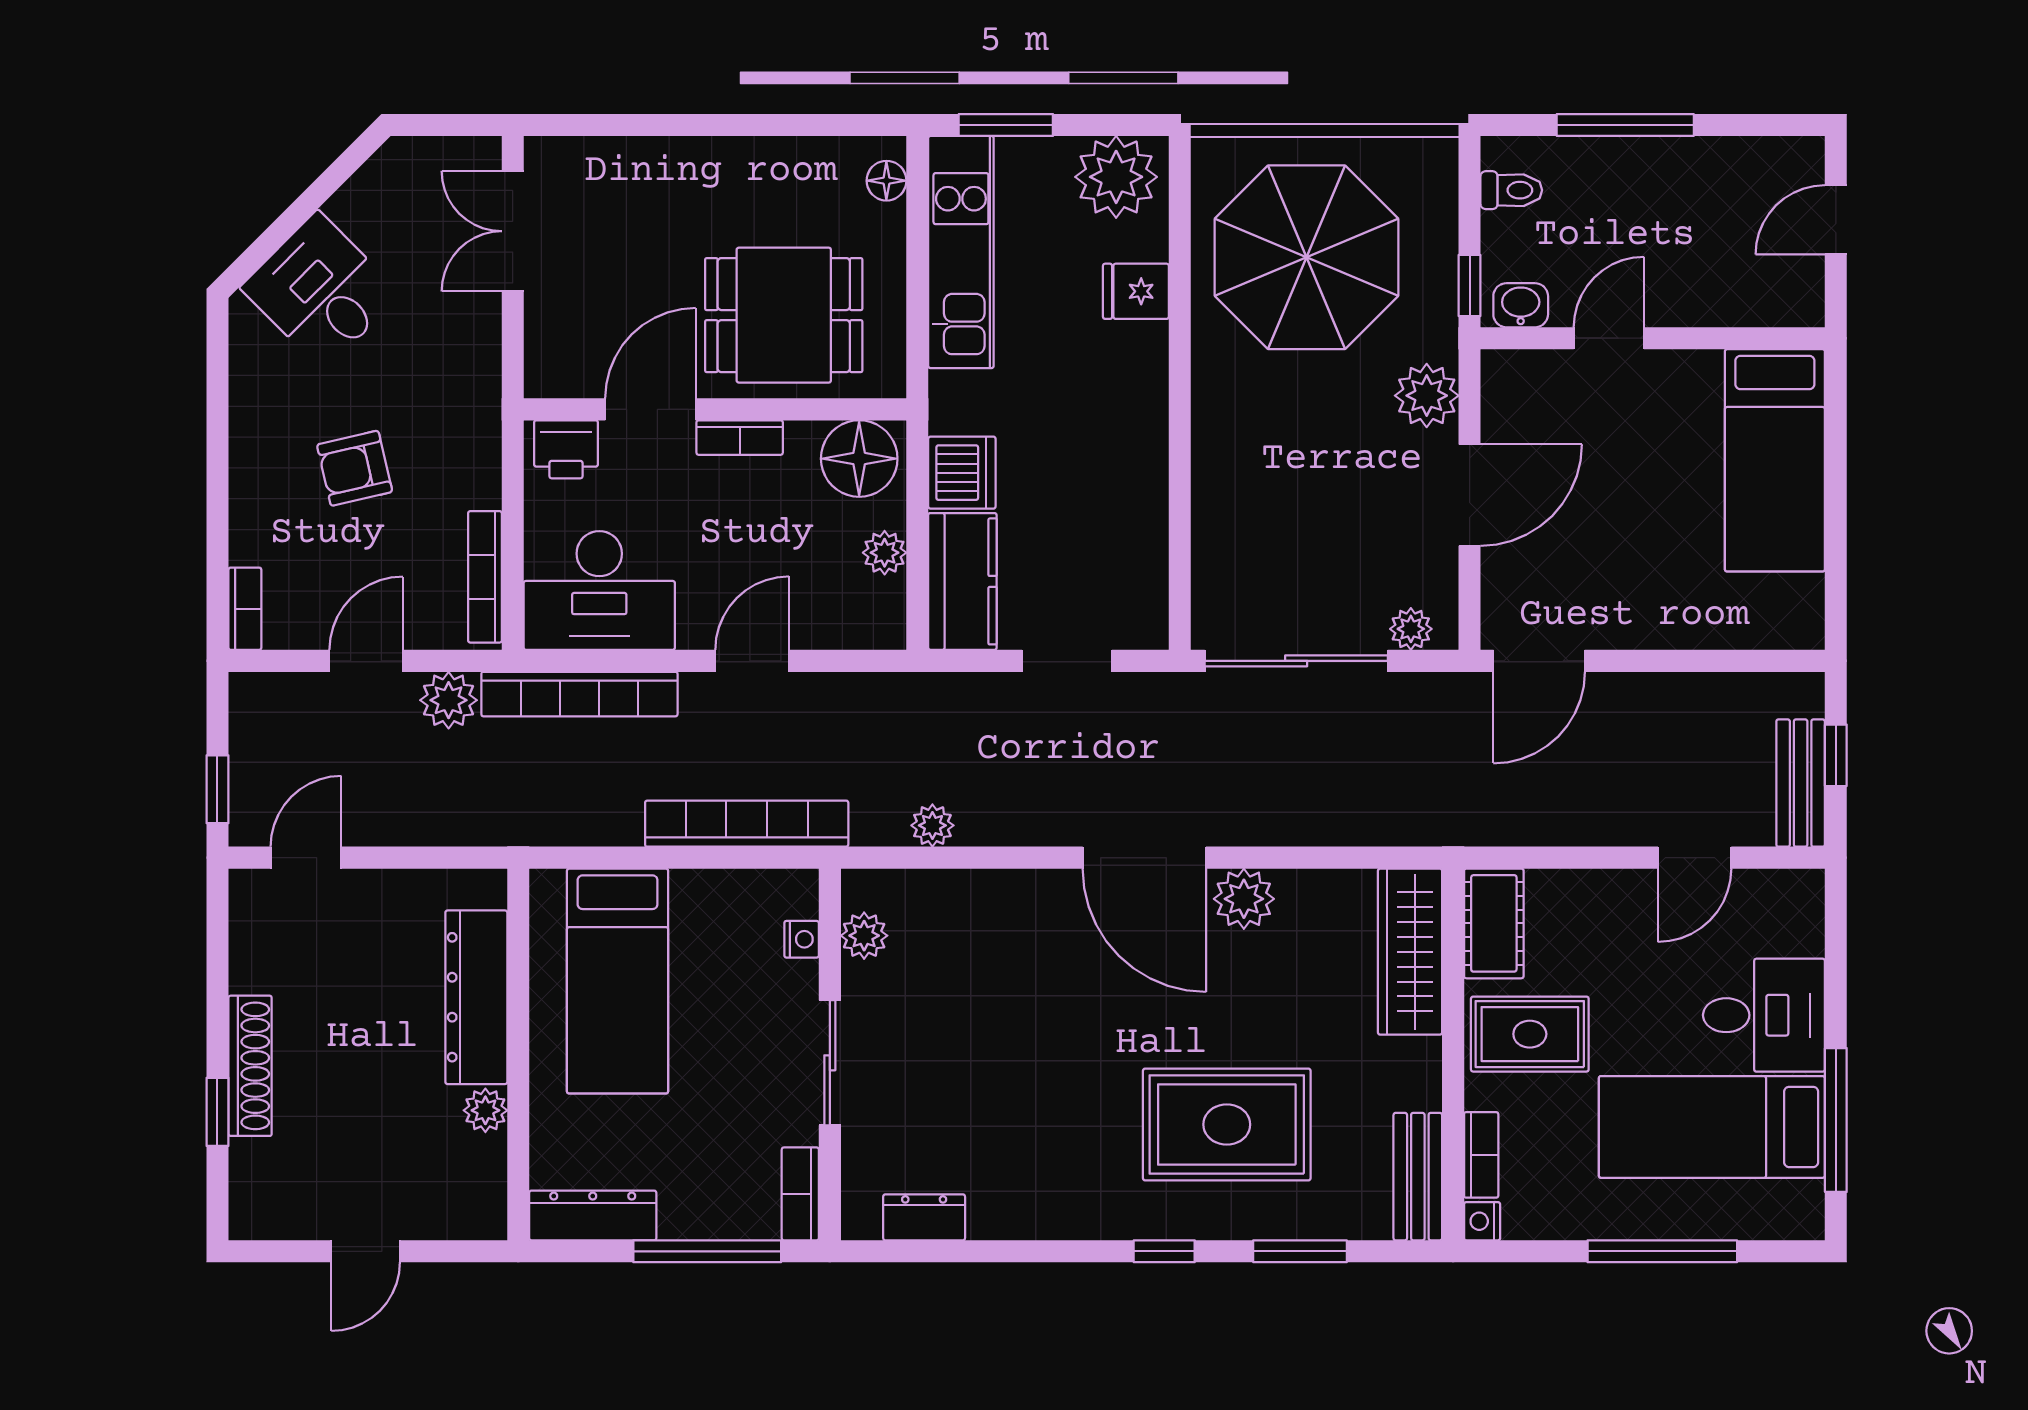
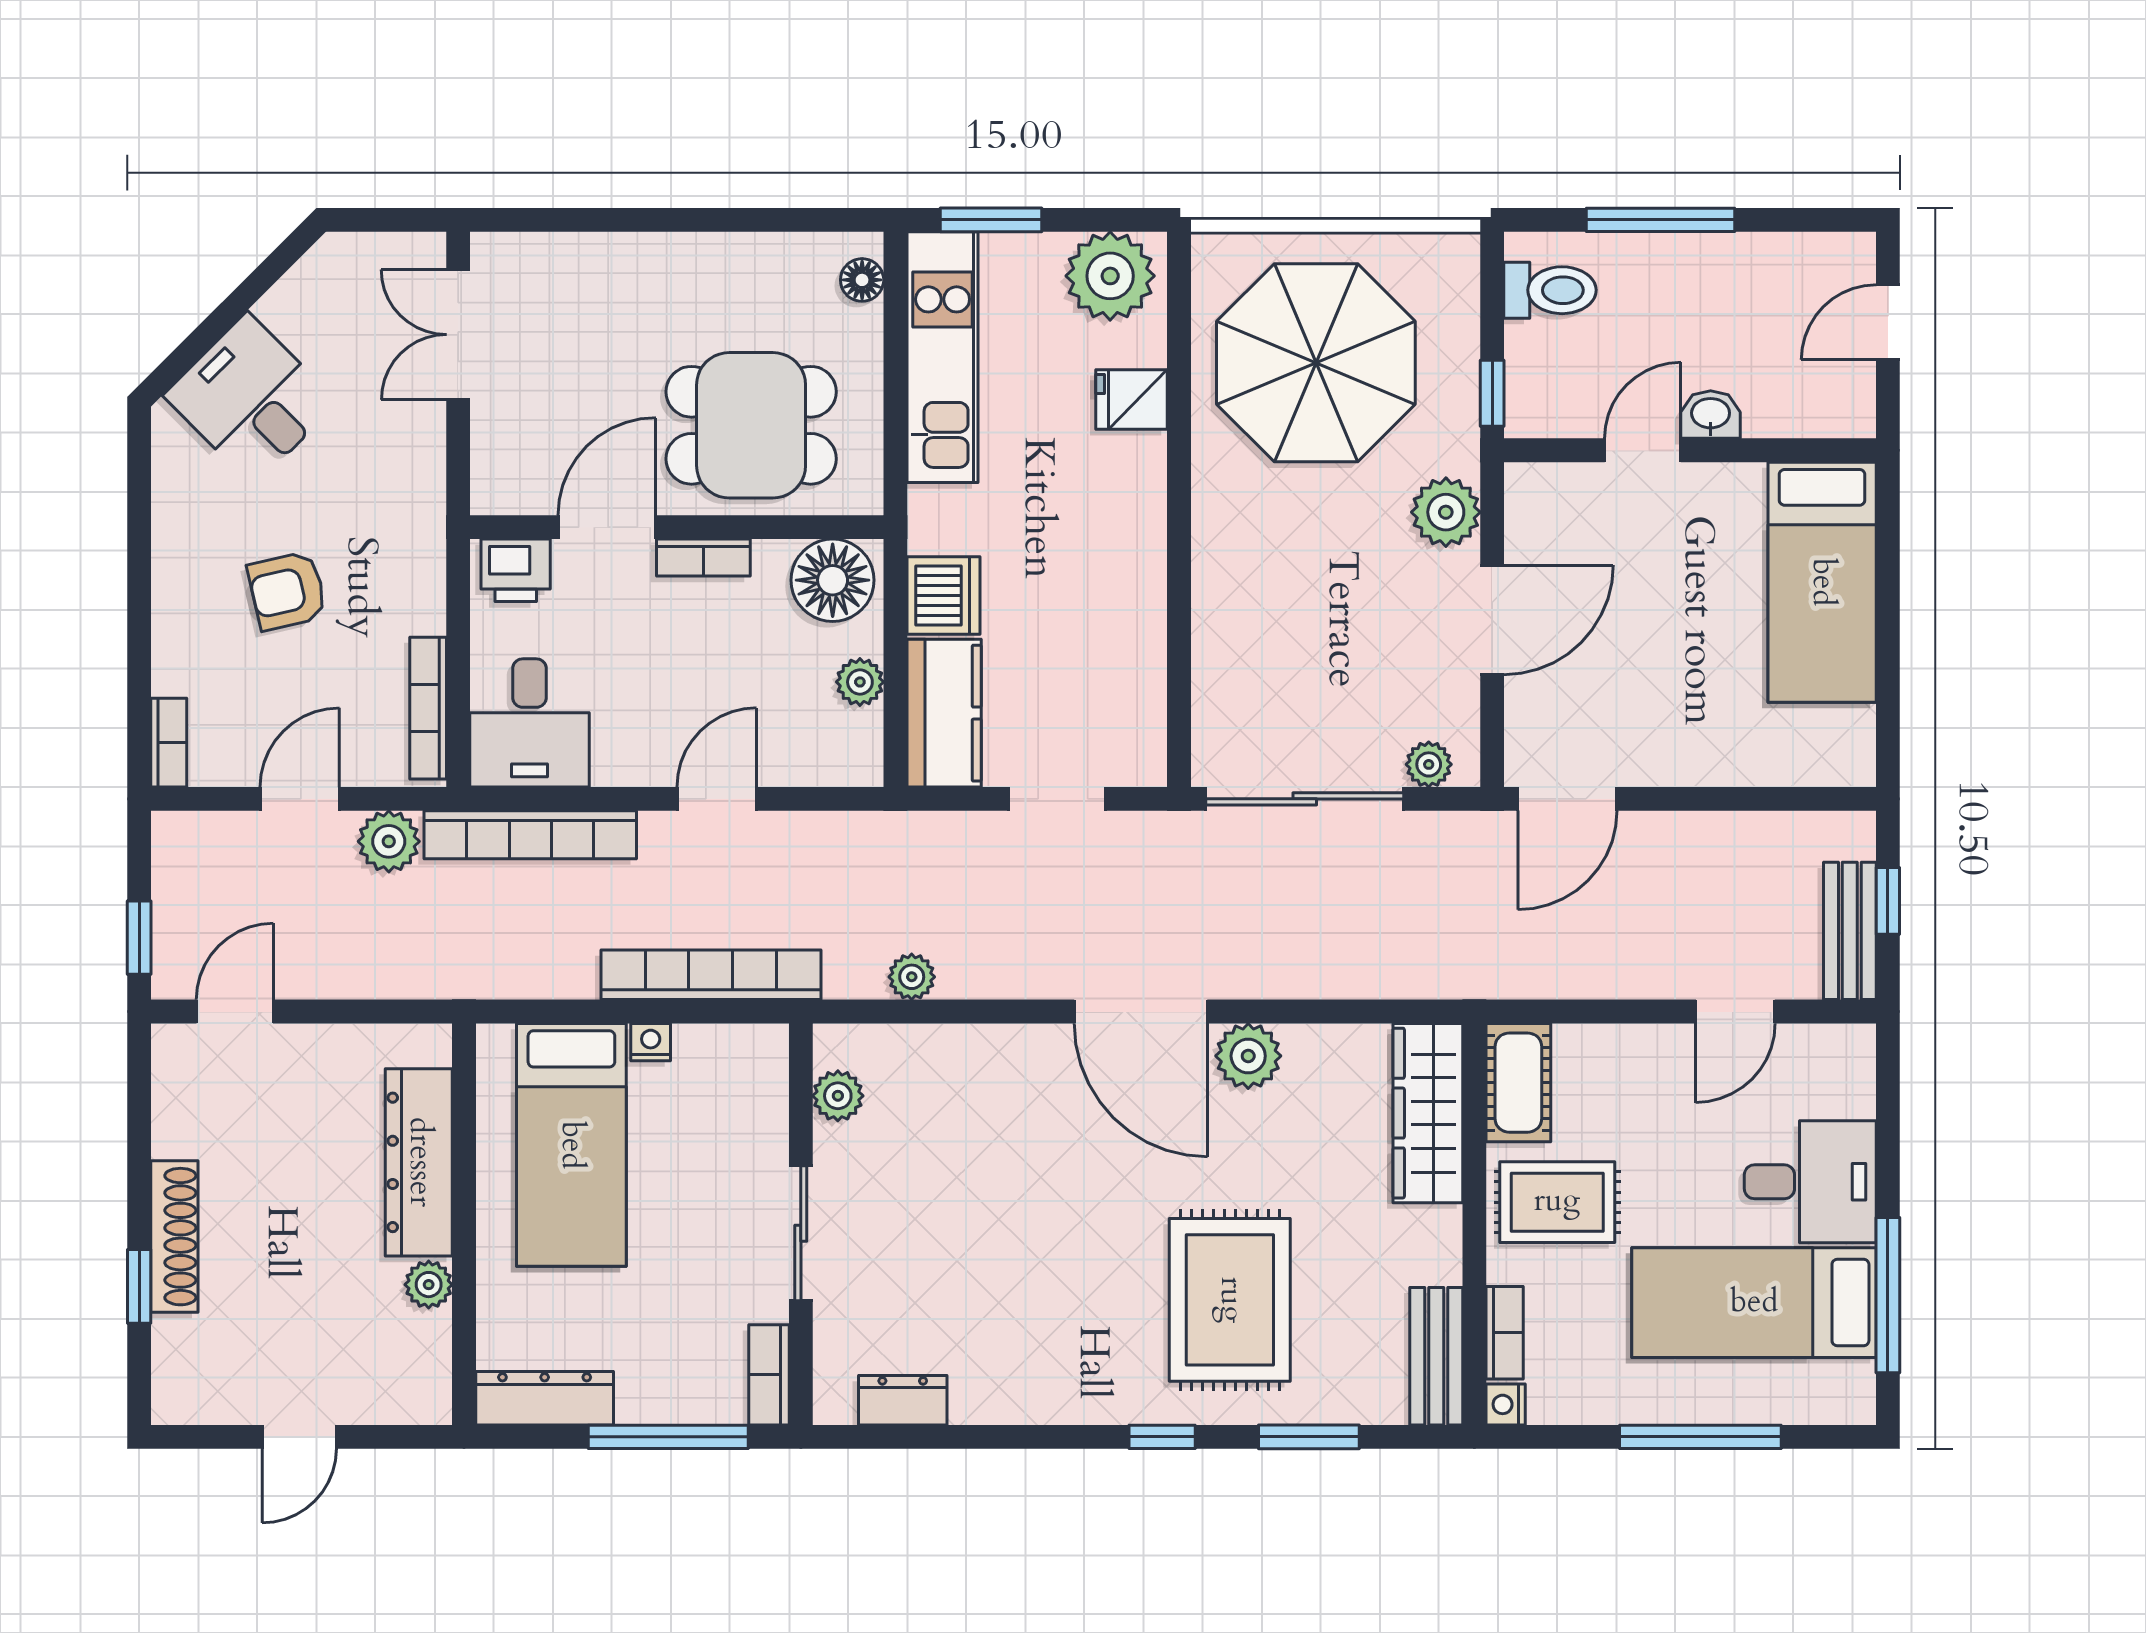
toilet: (1511, 190) -> (1550, 290), width x1.37, depth x1.39
washbasin: (1521, 305) -> (1711, 415), moved
desk: (599, 590) -> (530, 723), width x0.73
nightstand: (802, 939) -> (651, 1042), moved, turned -90
rug: (1227, 1124) -> (1230, 1300), turned 90

